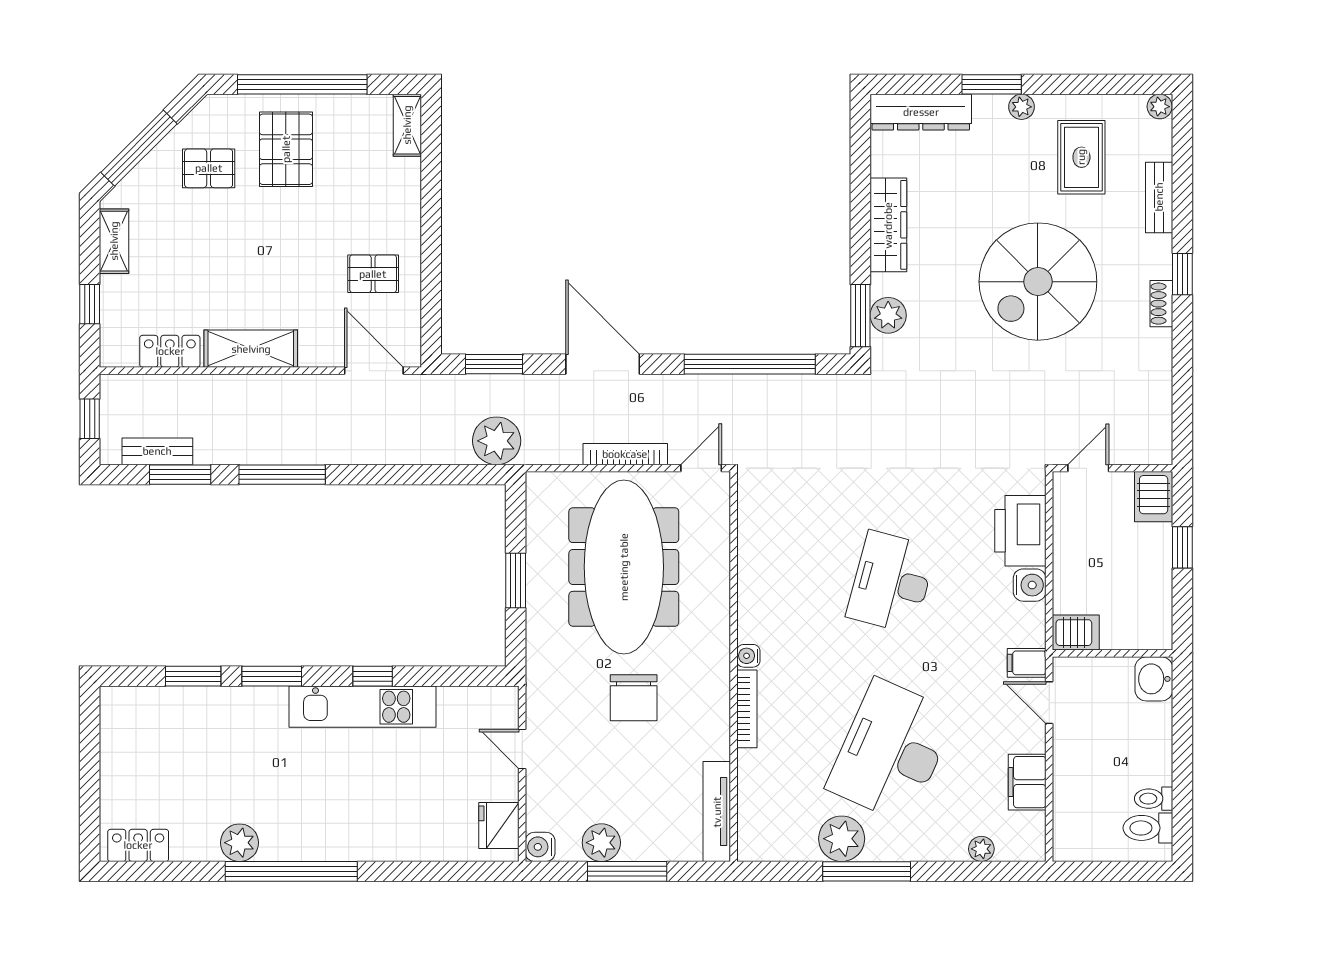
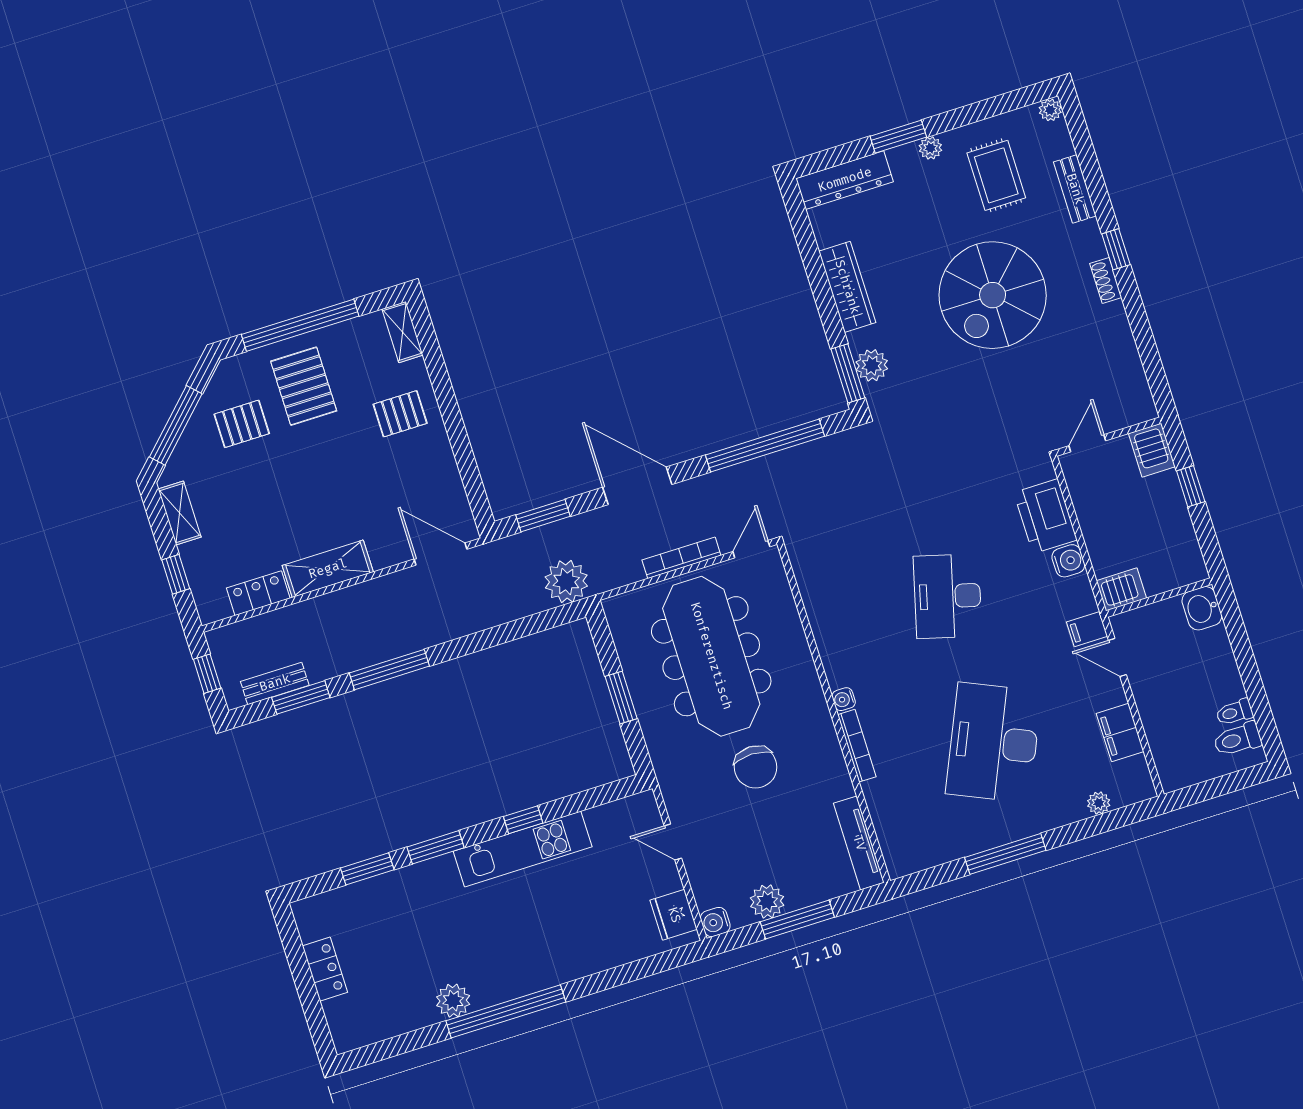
pallet: (373, 274) -> (400, 414), moved
plant: (842, 839) -> (975, 832), removed
locker: (138, 845) -> (325, 969), moved, turned 90

